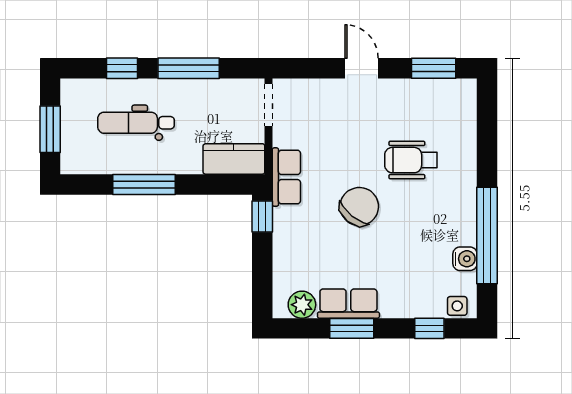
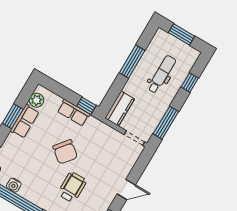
window: (189, 68) -> (166, 123), moved
row of seats: (286, 177) -> (73, 113), moved

